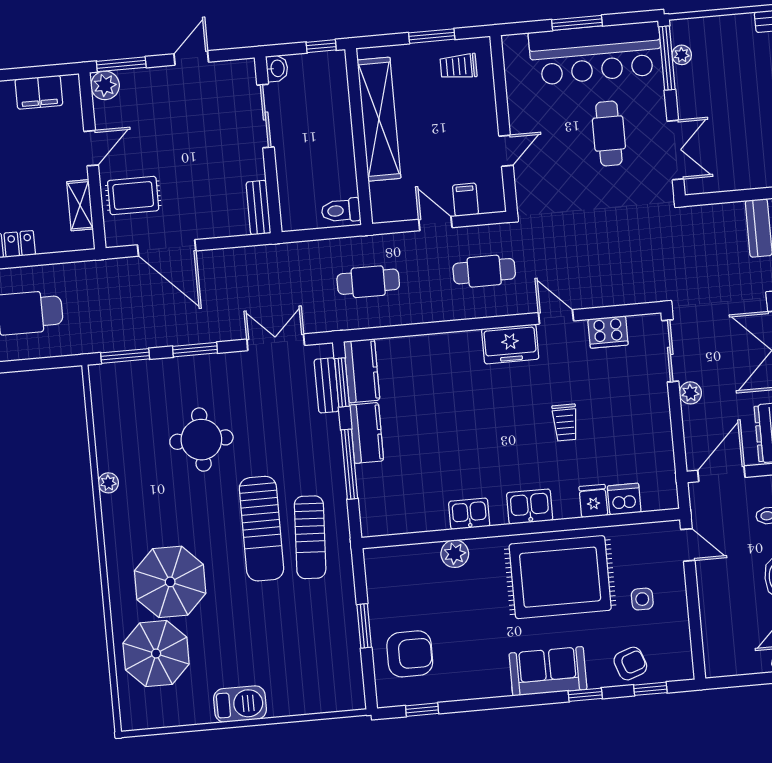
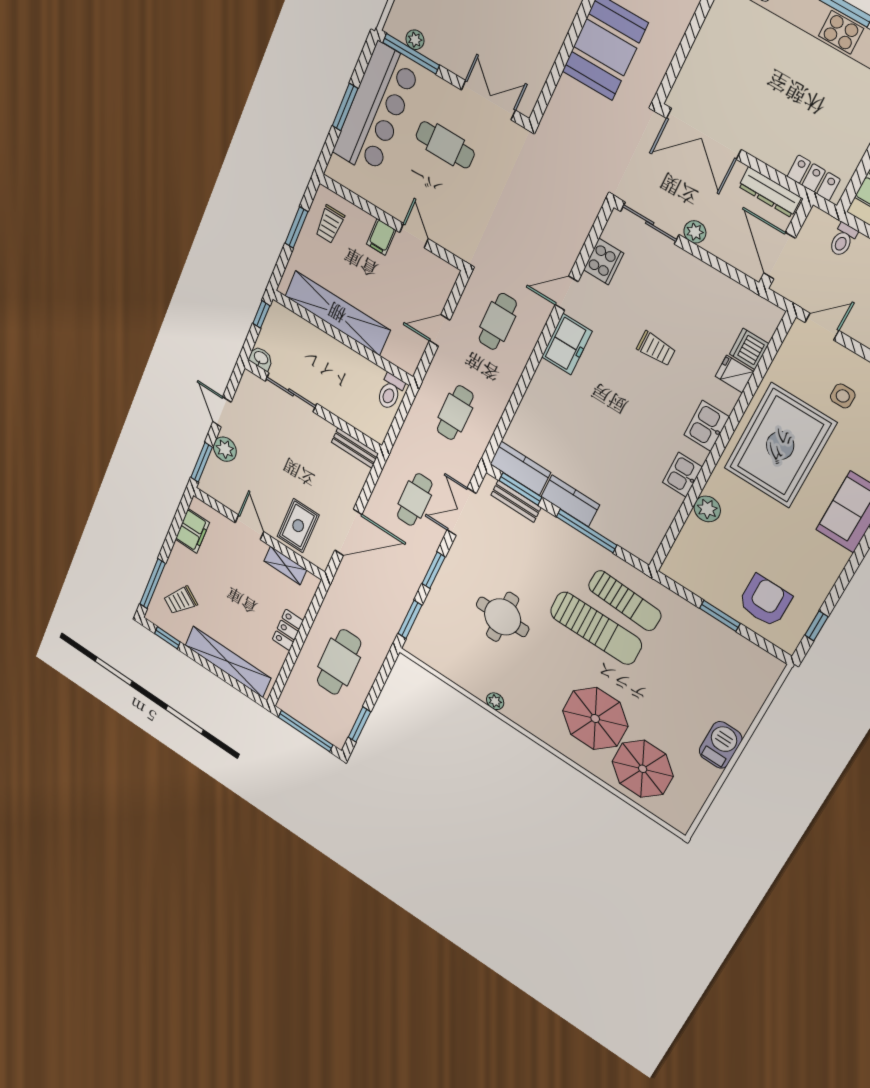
plant: (105, 85) -> (225, 449), moved
filing cabinet: (465, 200) -> (381, 237), moved, turned -90
cafe table: (252, 292) -> (415, 500), added

